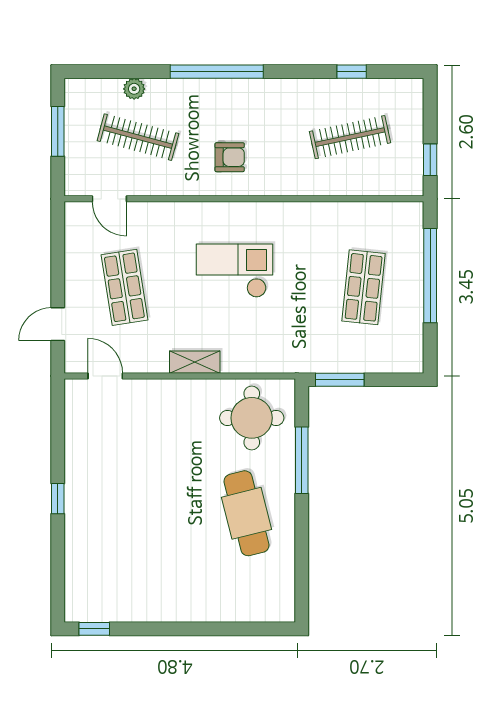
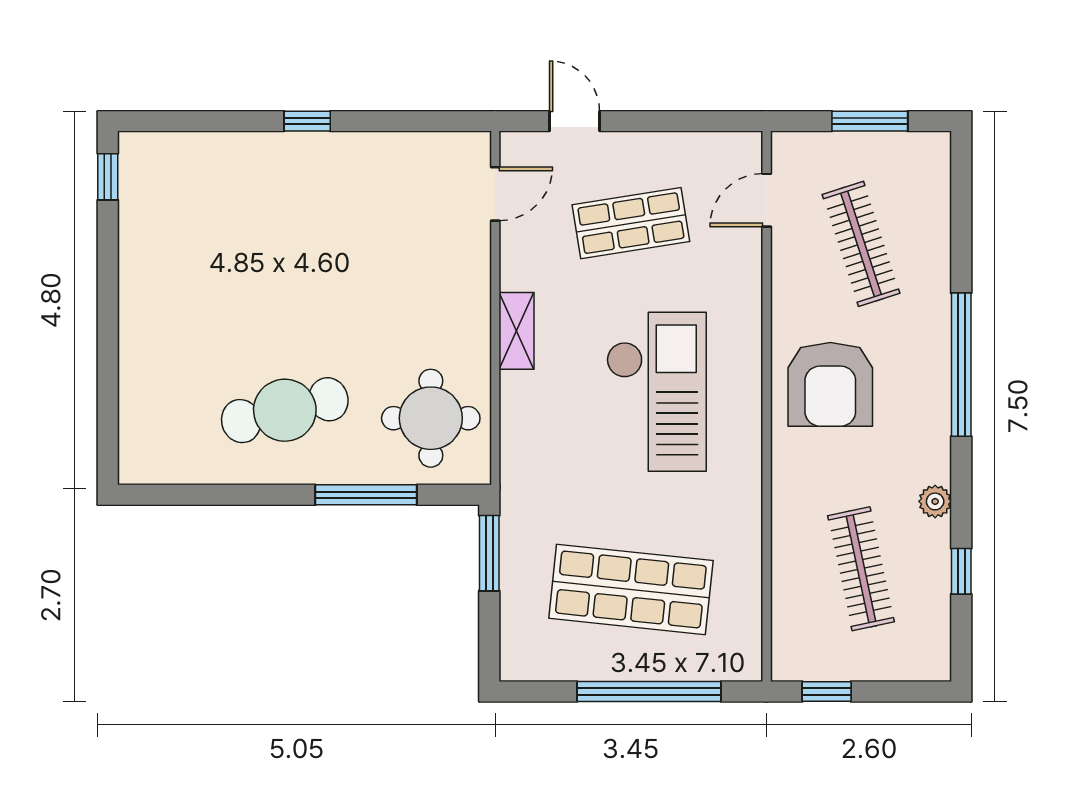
plant: (134, 89) -> (935, 501), moved
clothes rail: (138, 137) -> (861, 244), turned -33
armchair: (230, 157) -> (830, 384), width x1.88, depth x1.88
checkout: (234, 271) -> (656, 392), width x1.36, depth x1.21
shop shelf: (364, 287) -> (631, 589), width x1.43, depth x1.36

